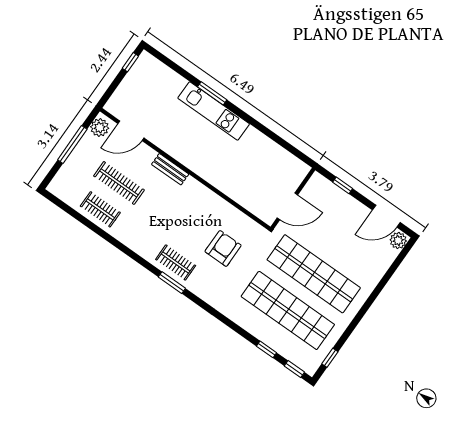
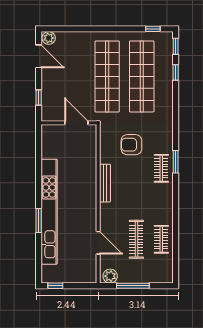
kitchen unit: (214, 111) -> (49, 212), width x1.86
door: (131, 131) -> (98, 243), moved
bench: (170, 169) -> (105, 183), moved, width x1.36

